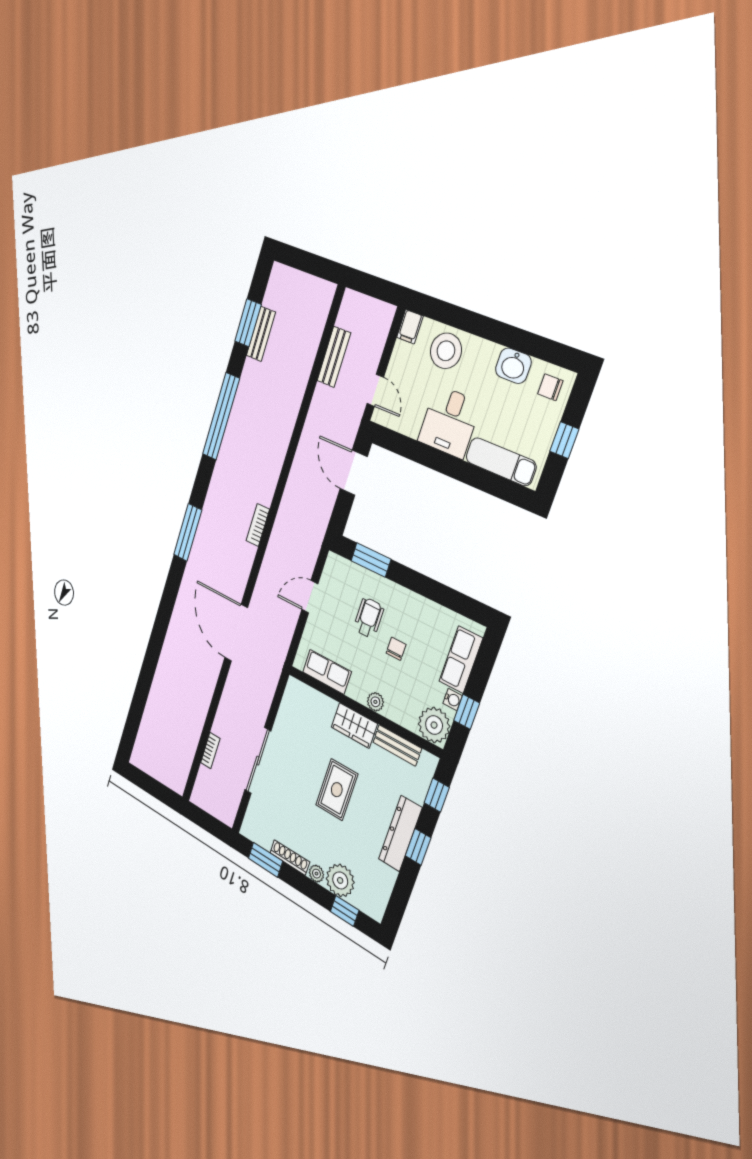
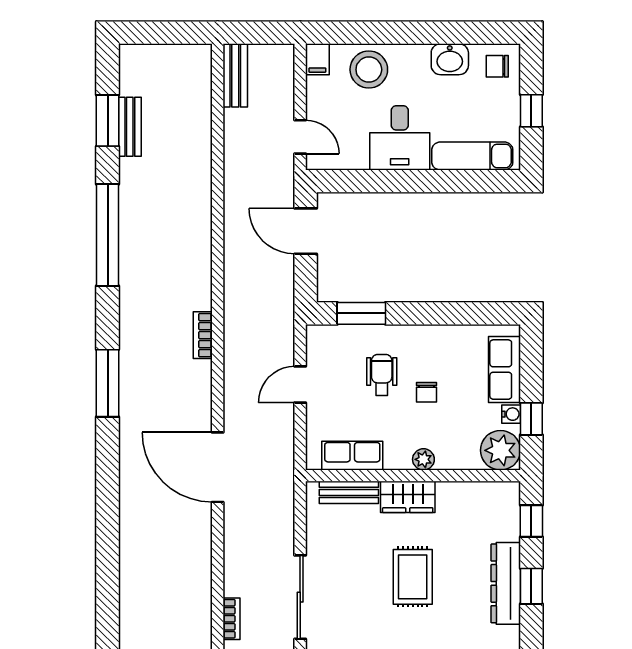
bench: (334, 357) -> (235, 75), moved
chair: (396, 649) -> (427, 392), turned 180
bench: (397, 745) -> (349, 492), moved

